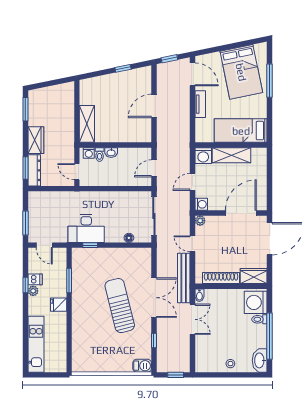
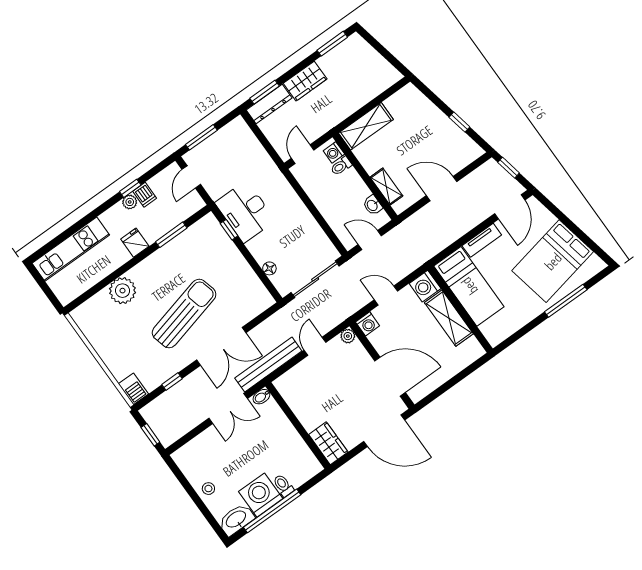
bed: (241, 131) -> (469, 286), moved, turned 180
shelving: (130, 137) -> (386, 187), added
washbasin: (111, 153) -> (373, 205), moved
shoe rack: (221, 278) -> (299, 407), removed
washing machine: (256, 302) -> (261, 495), moved
plant: (81, 332) -> (122, 291), added

